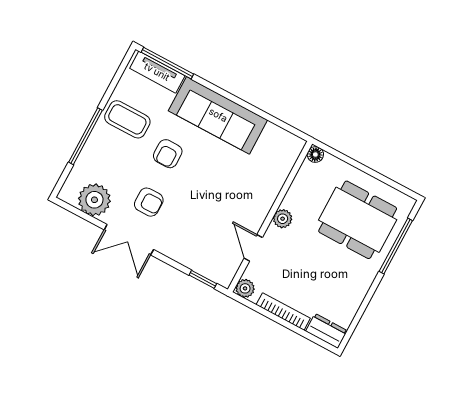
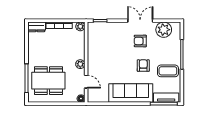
door: (253, 248) -> (86, 82), moved

